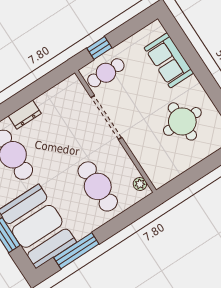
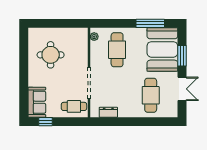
window: (99, 48) -> (46, 122), moved
sofa: (169, 60) -> (37, 102), moved
dresser: (25, 115) -> (108, 112), moved

